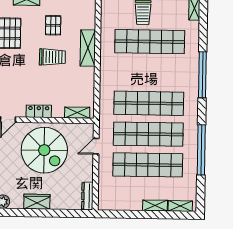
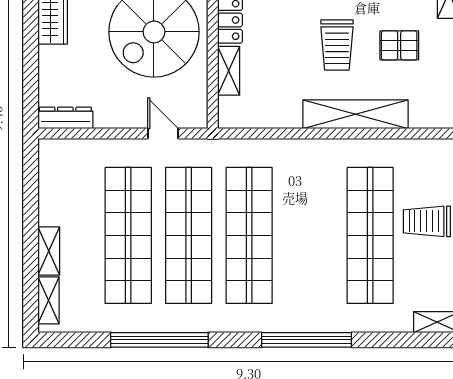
shelving: (88, 48) -> (356, 114), width x1.47
shelving: (77, 113) -> (229, 71), moved

